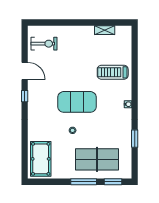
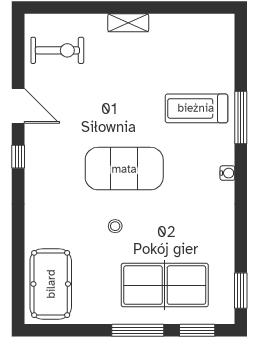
shelving: (105, 30) -> (128, 23), moved
window: (135, 77) -> (241, 118), added
window: (135, 139) -> (241, 291), moved

